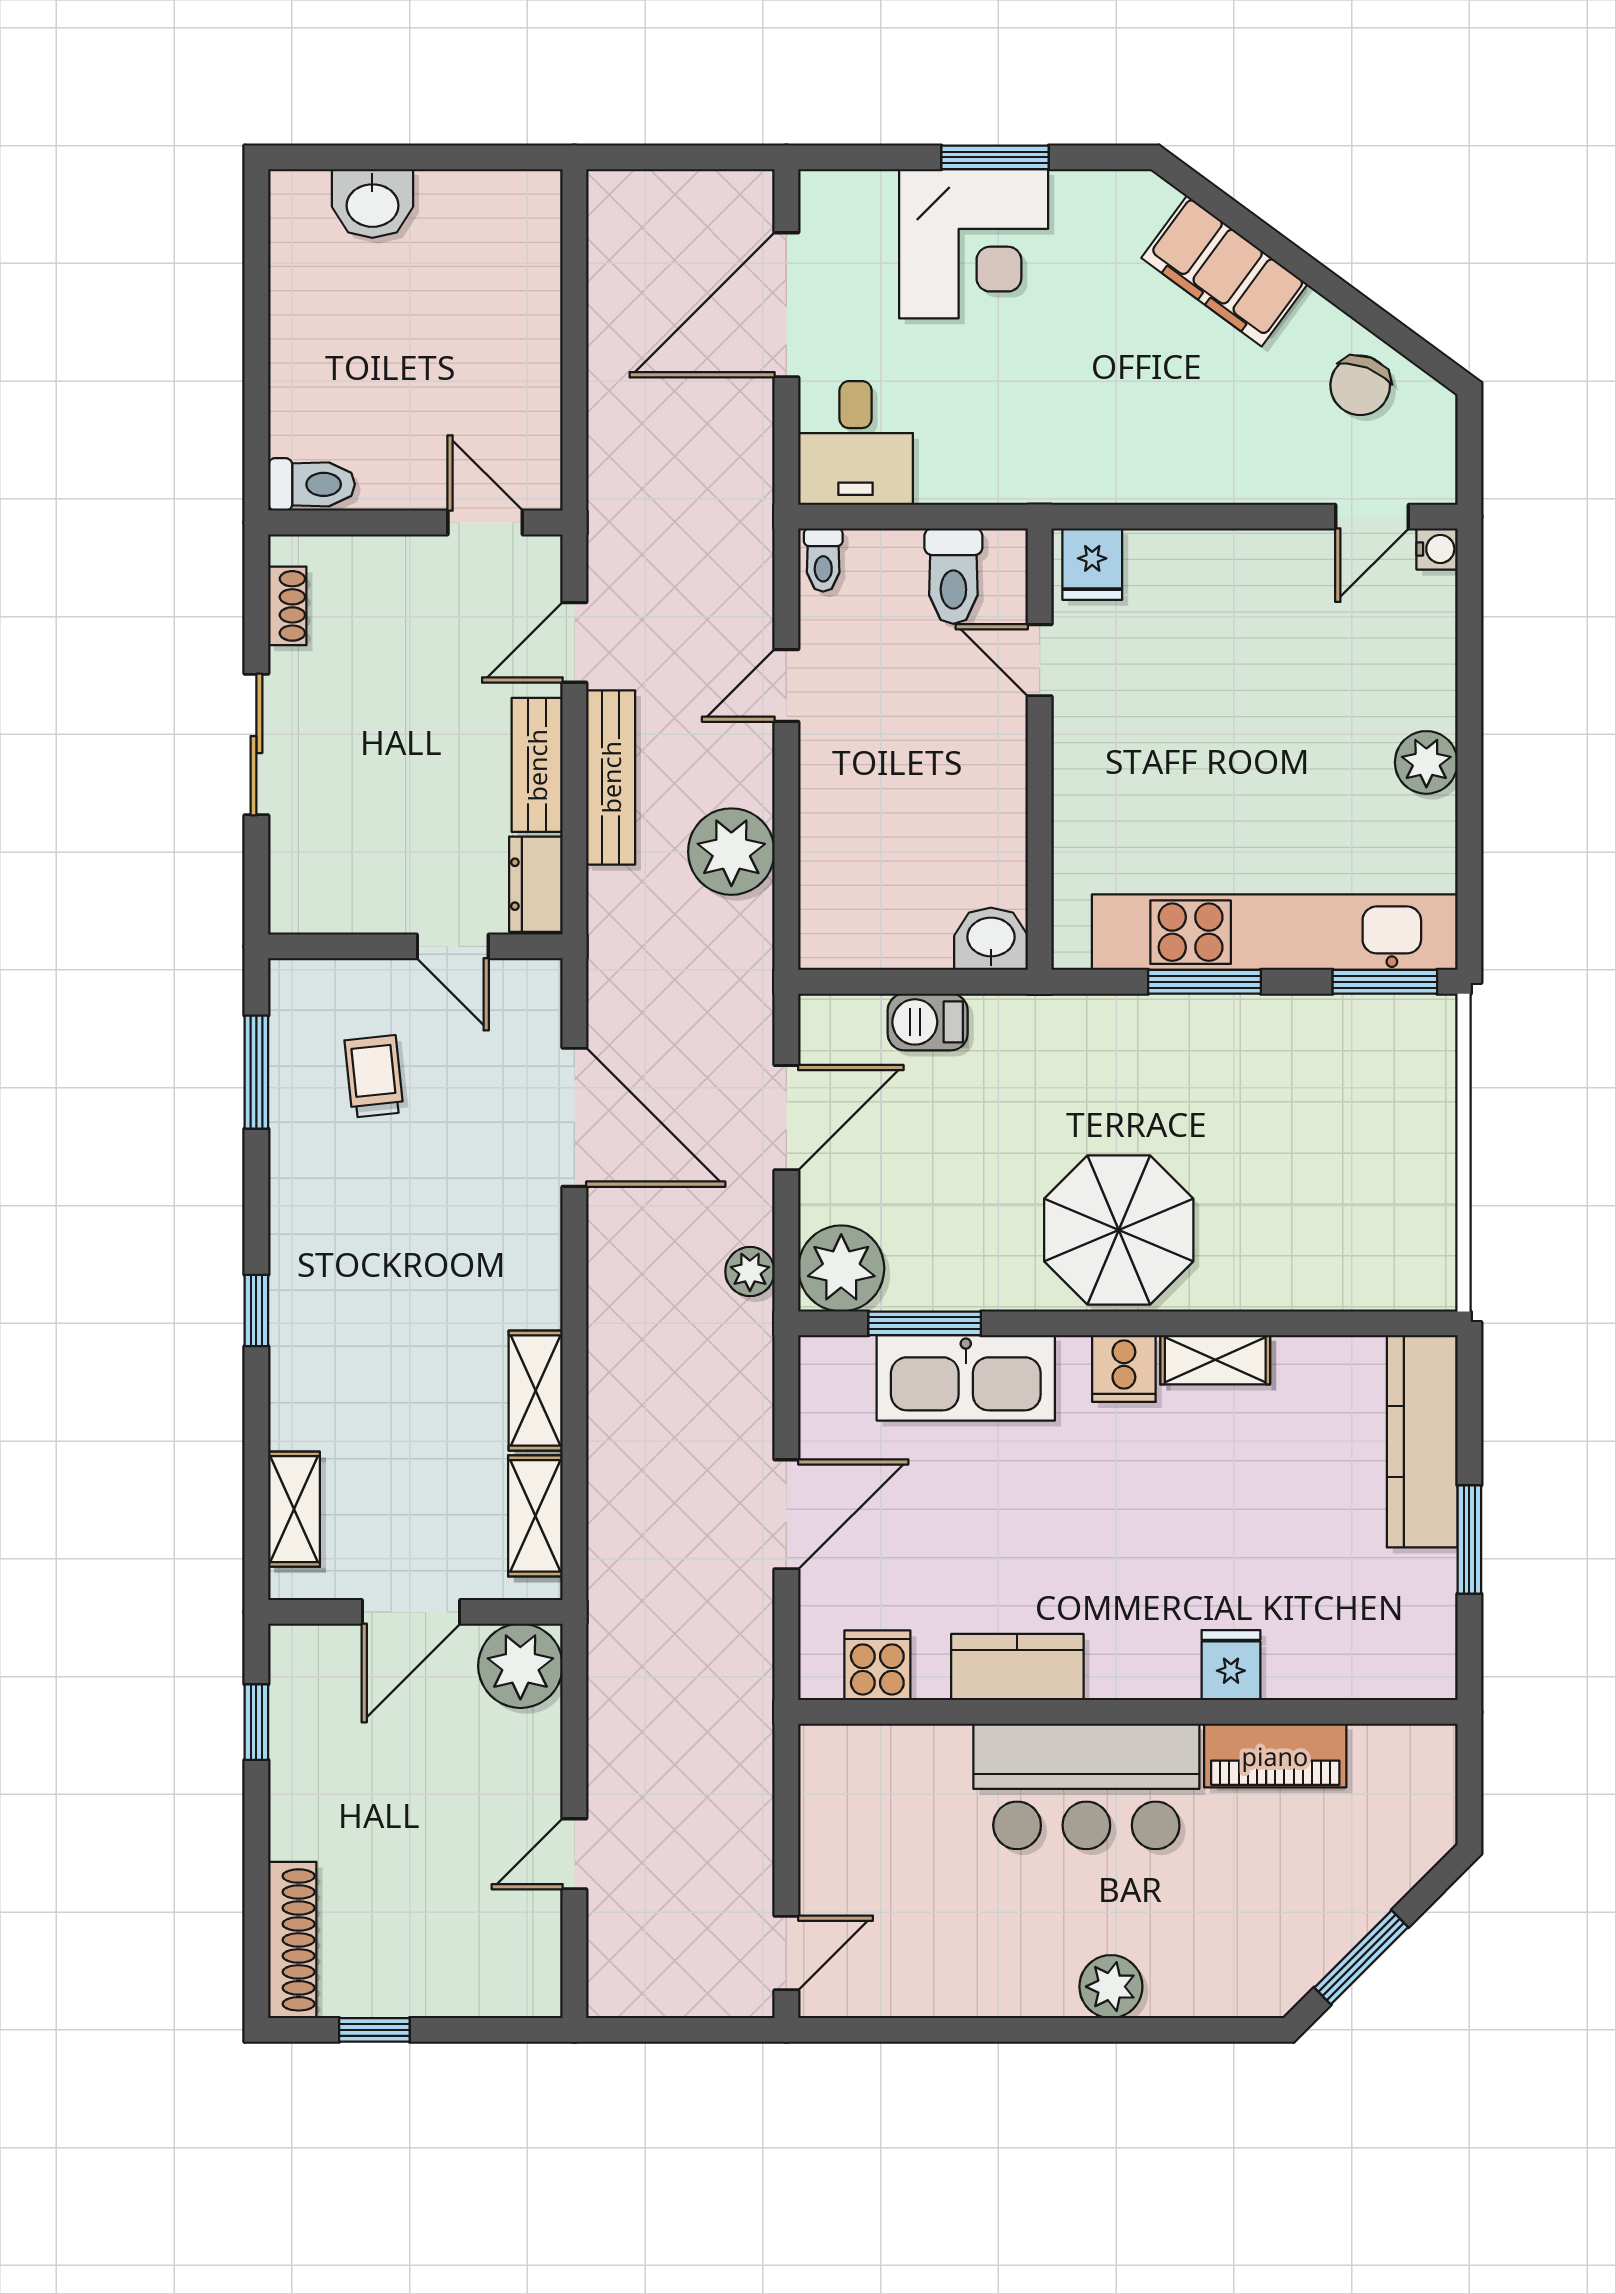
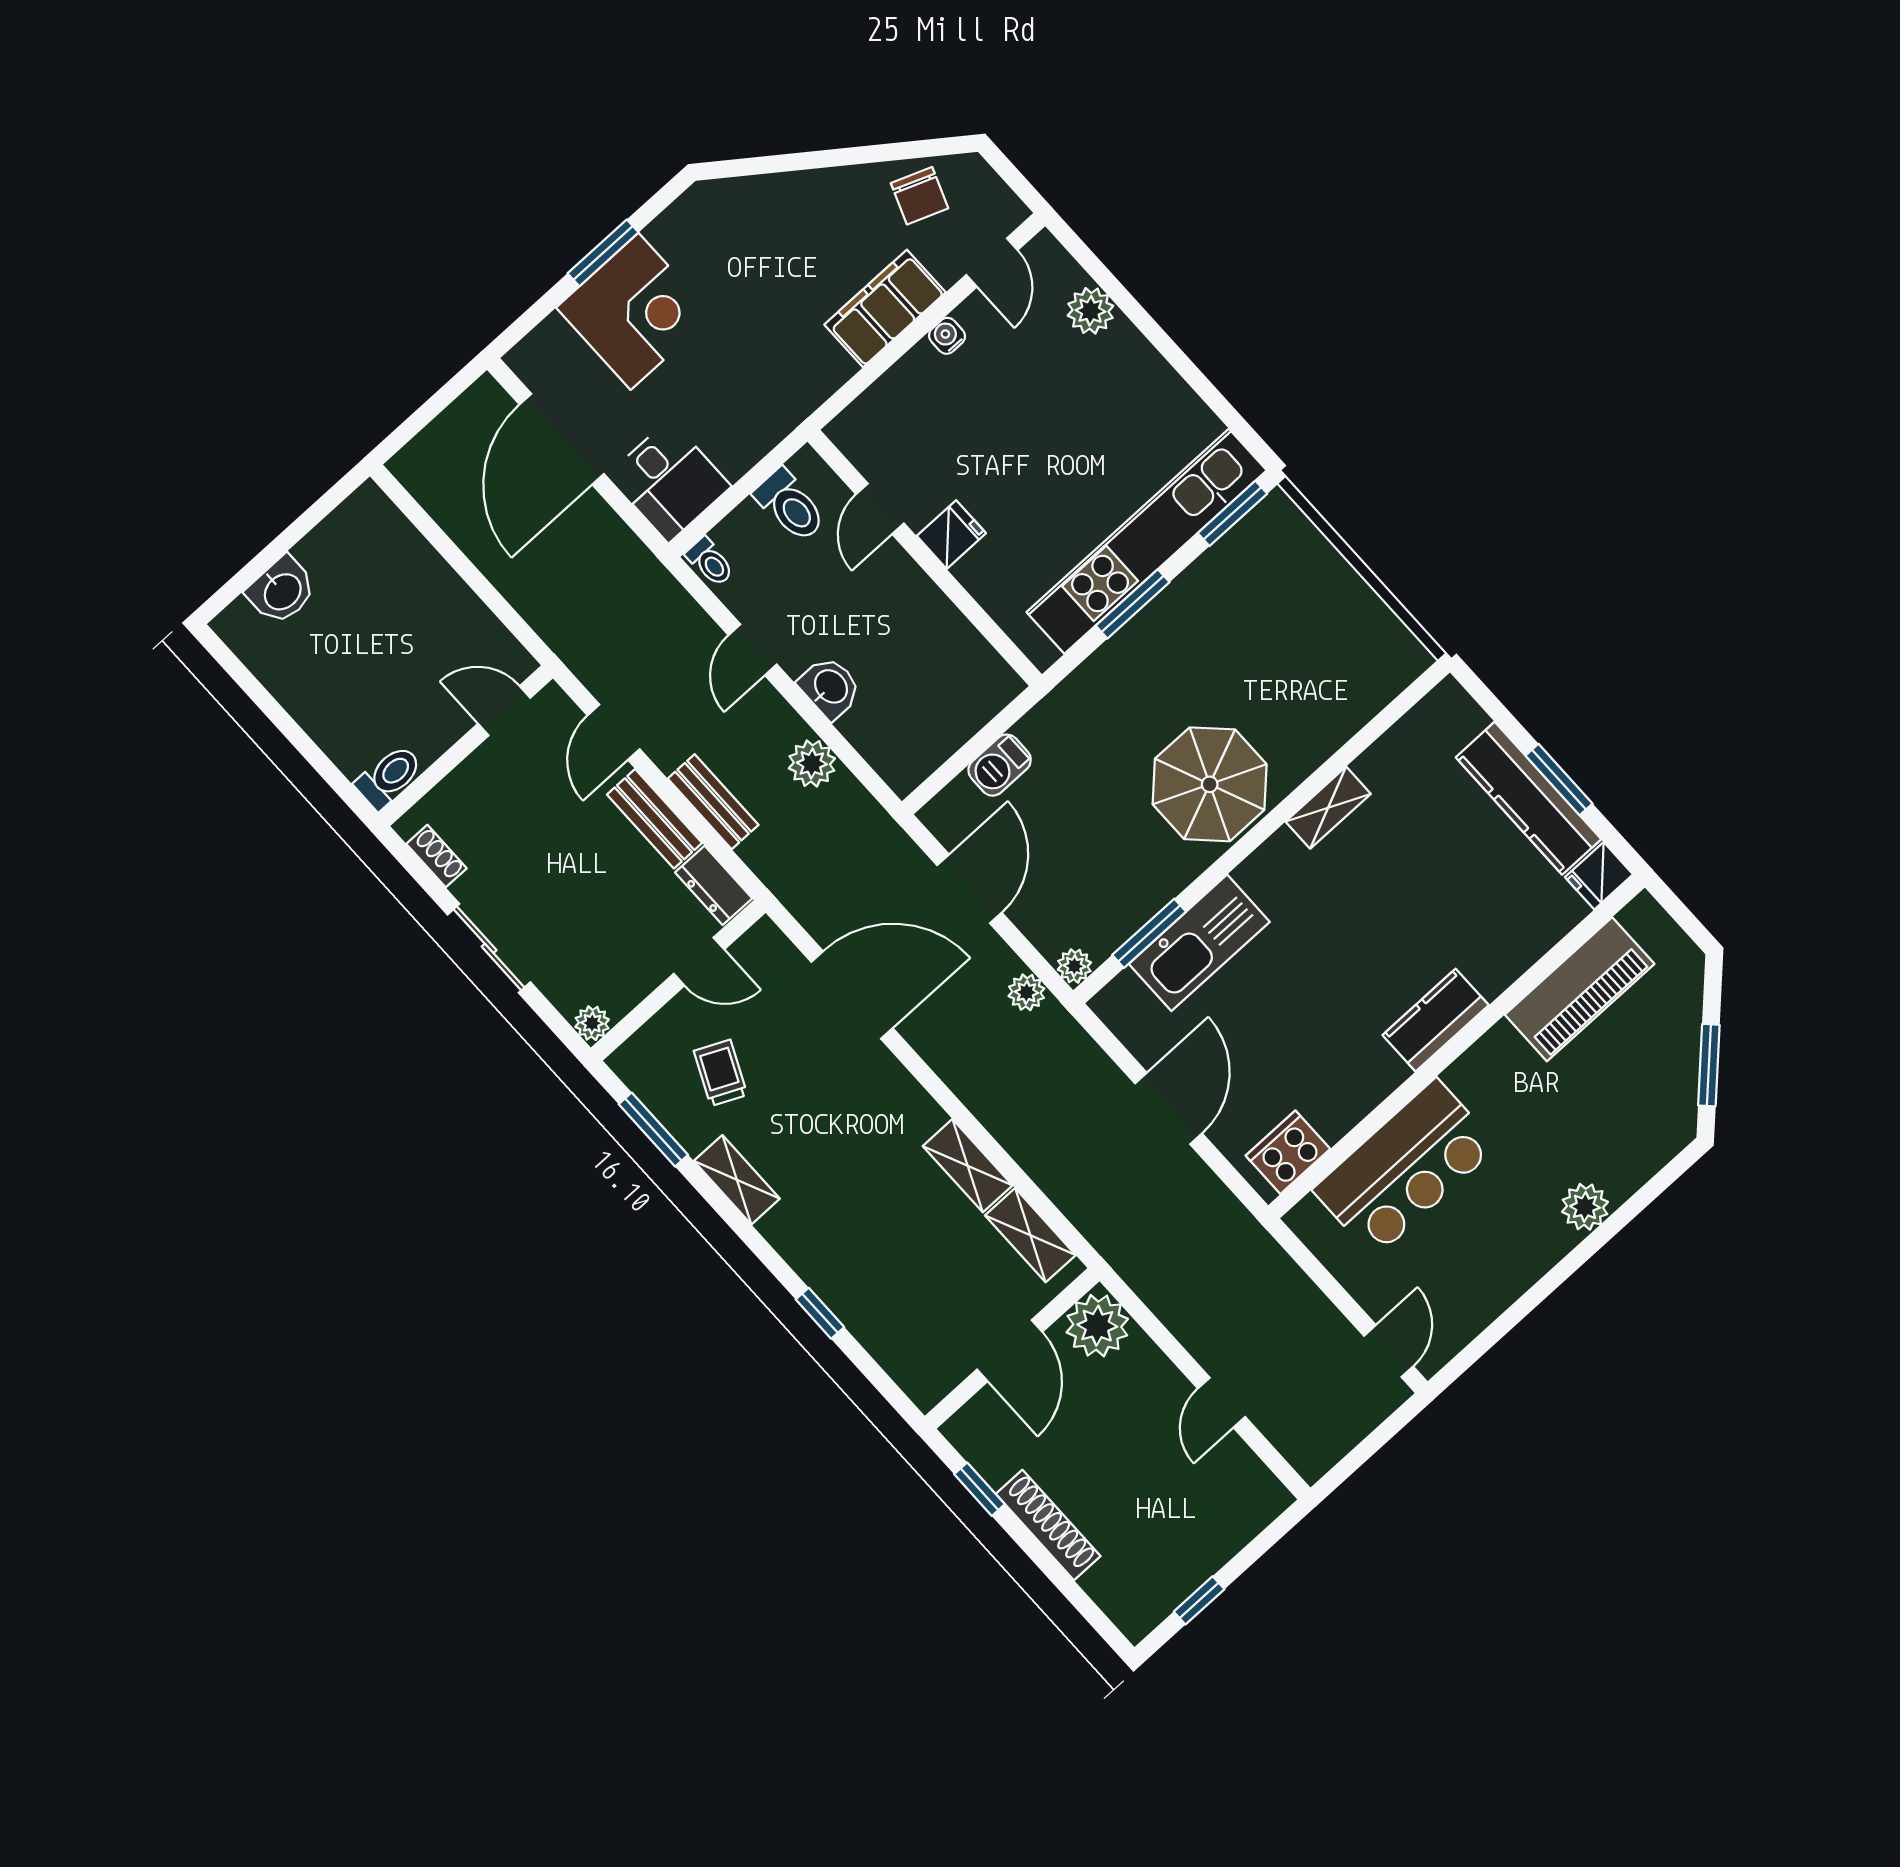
filing cabinet: (1224, 271) -> (885, 308), moved, turned 144
water cooler: (1437, 549) -> (947, 336), moved, turned -90
fridge: (1092, 564) -> (951, 535), moved, turned -90
door: (1040, 660) -> (880, 509), hinge flipped
plant: (1426, 762) -> (1090, 311), moved
bench: (611, 777) -> (713, 802), width x0.73
plant: (731, 852) -> (812, 763), width x0.73, depth x0.73
plant: (291, 911) -> (592, 1023), added
washbasin: (991, 939) -> (830, 687), moved, turned 90
trolley: (374, 1076) -> (720, 1073), turned 31
plant: (841, 1268) -> (1074, 966), width x0.53, depth x0.53
window: (256, 1310) -> (820, 1313), moved
cooker: (1124, 1369) -> (1282, 858), removed
kitchen counter: (1422, 1441) -> (1528, 798), moved
shelving: (294, 1509) -> (737, 1180), moved
cooker: (877, 1665) -> (1288, 1152), width x1.36
fridge: (1231, 1665) -> (1599, 876), moved, turned -90
kitchen counter: (1017, 1667) -> (1436, 1020), moved
piano: (1275, 1756) -> (1580, 989), width x1.37, depth x1.33
bar counter: (1086, 1786) -> (1405, 1168), moved
shoe rack: (292, 1940) -> (1048, 1525), moved

